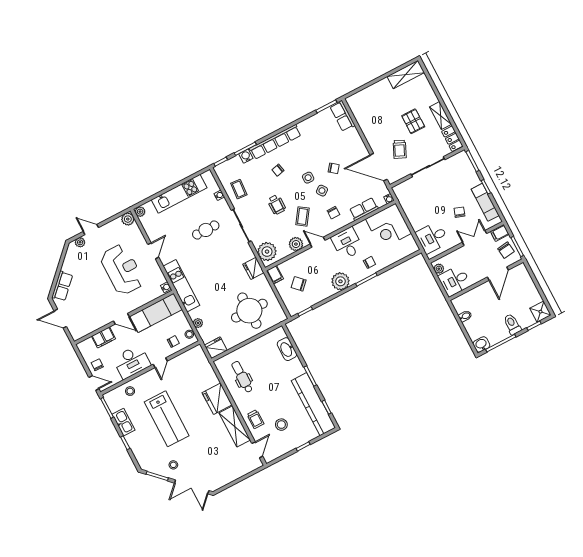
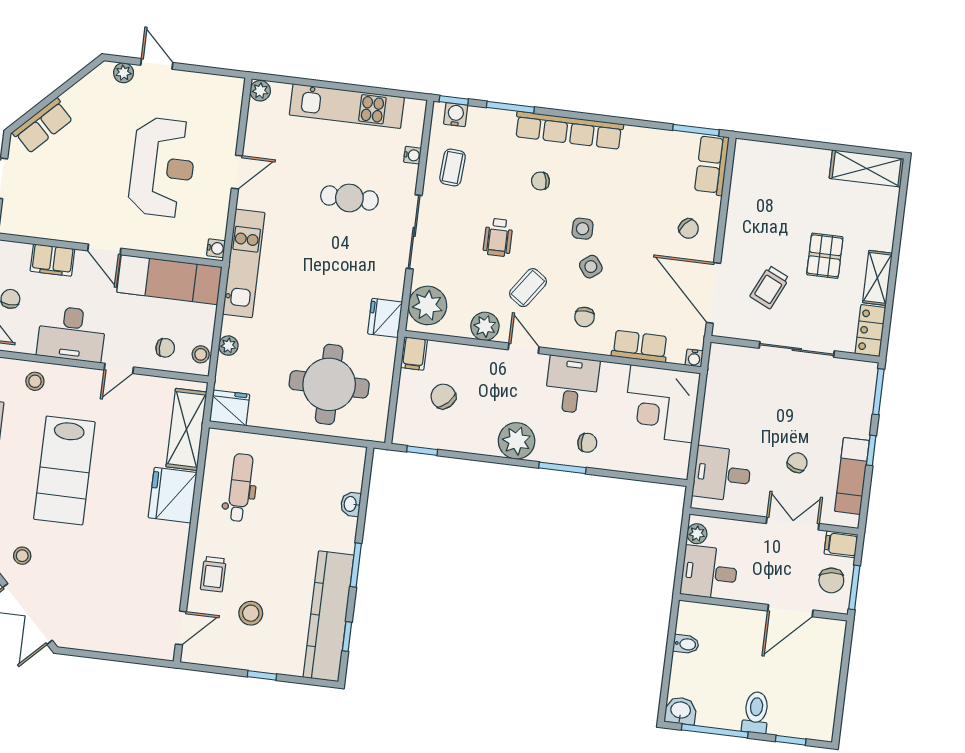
water cooler: (246, 156) -> (456, 115), moved
chair: (334, 168) -> (689, 229), moved
plant: (128, 219) -> (231, 89), removed
shower: (540, 312) -> (818, 724), removed
washbasin: (287, 349) -> (351, 504), width x0.52, depth x0.69
shelving: (235, 426) -> (186, 429), moved

